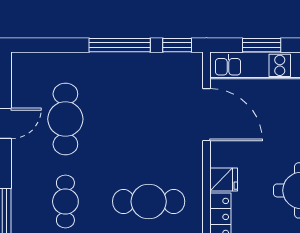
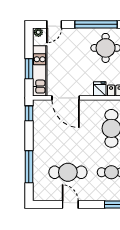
window: (120, 45) -> (29, 167), moved
door: (206, 115) -> (66, 98), swing flipped

